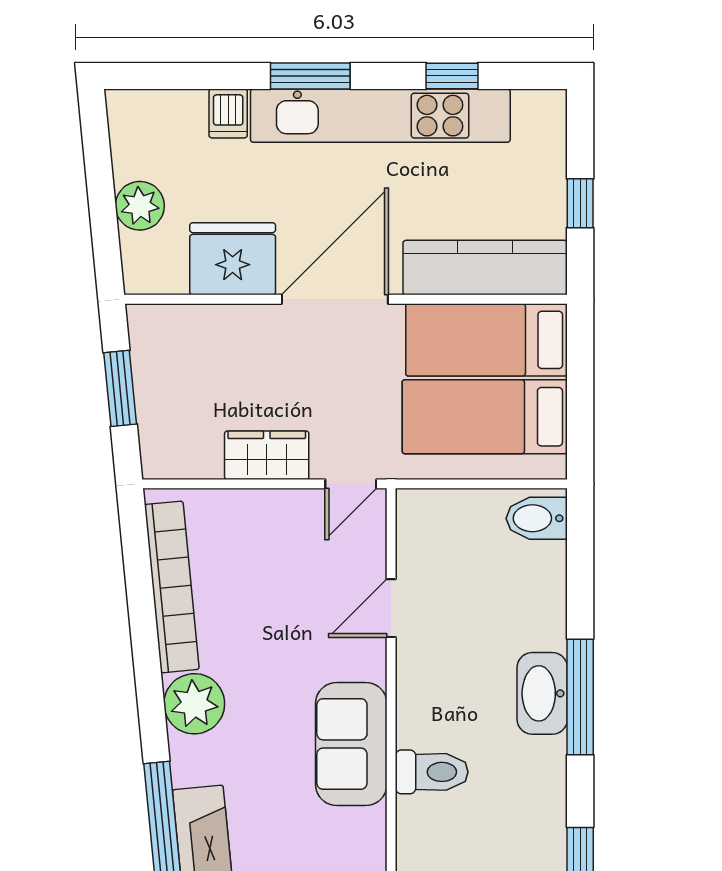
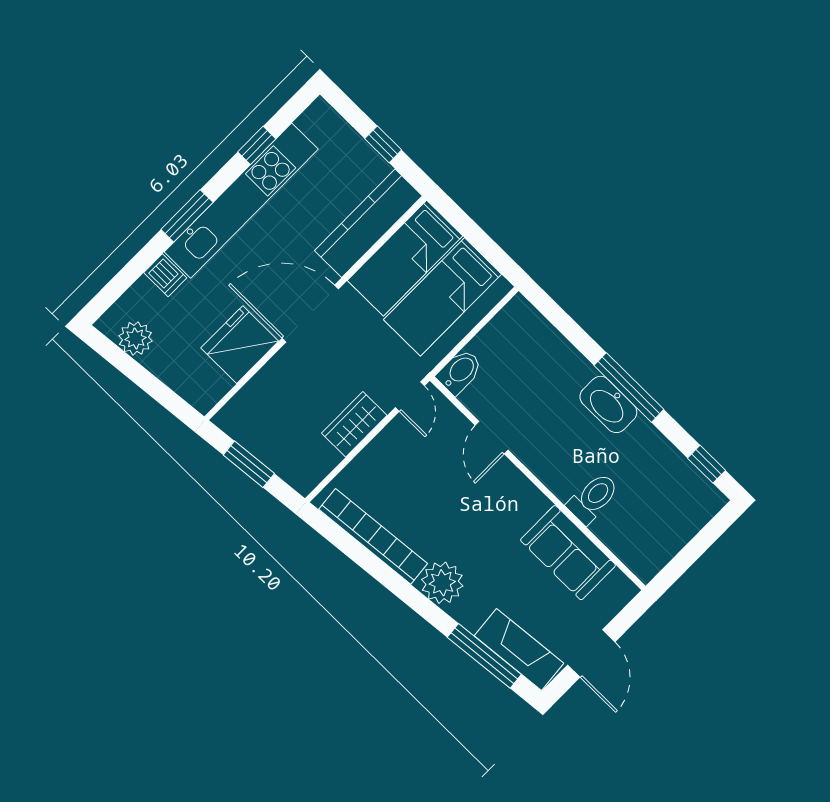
plant: (140, 206) -> (135, 338), moved
door: (335, 299) -> (310, 314), hinge flipped
bidet: (537, 518) -> (460, 372), moved, turned 180
sofa: (351, 744) -> (568, 553), moved

